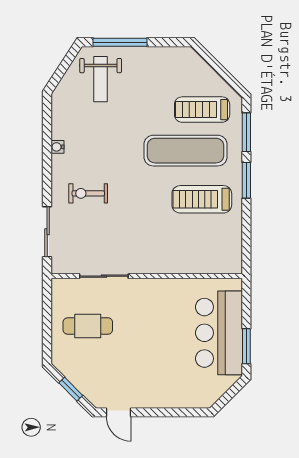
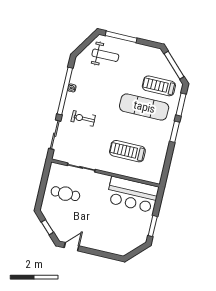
window: (219, 69) -> (174, 65), added
weight bench: (101, 79) -> (105, 55), turned -90
window: (47, 155) -> (65, 91), added
treadmill: (202, 199) -> (127, 151), moved
bar counter: (219, 333) -> (133, 195), moved, turned -90
door: (119, 412) -> (72, 247), swing flipped

